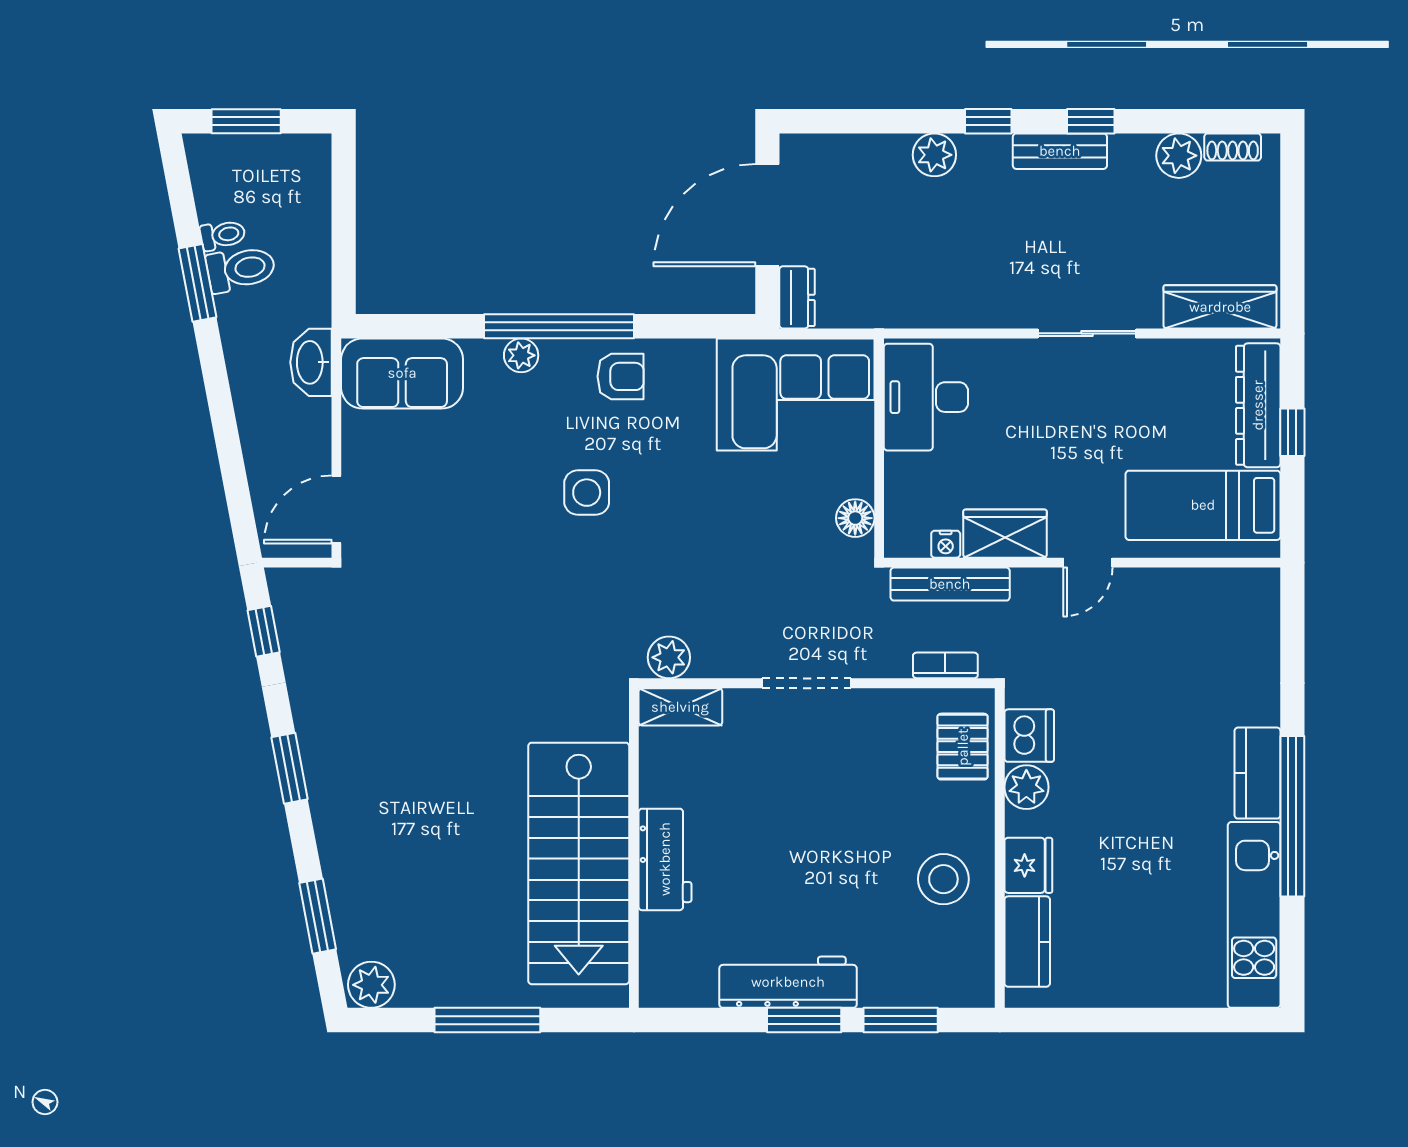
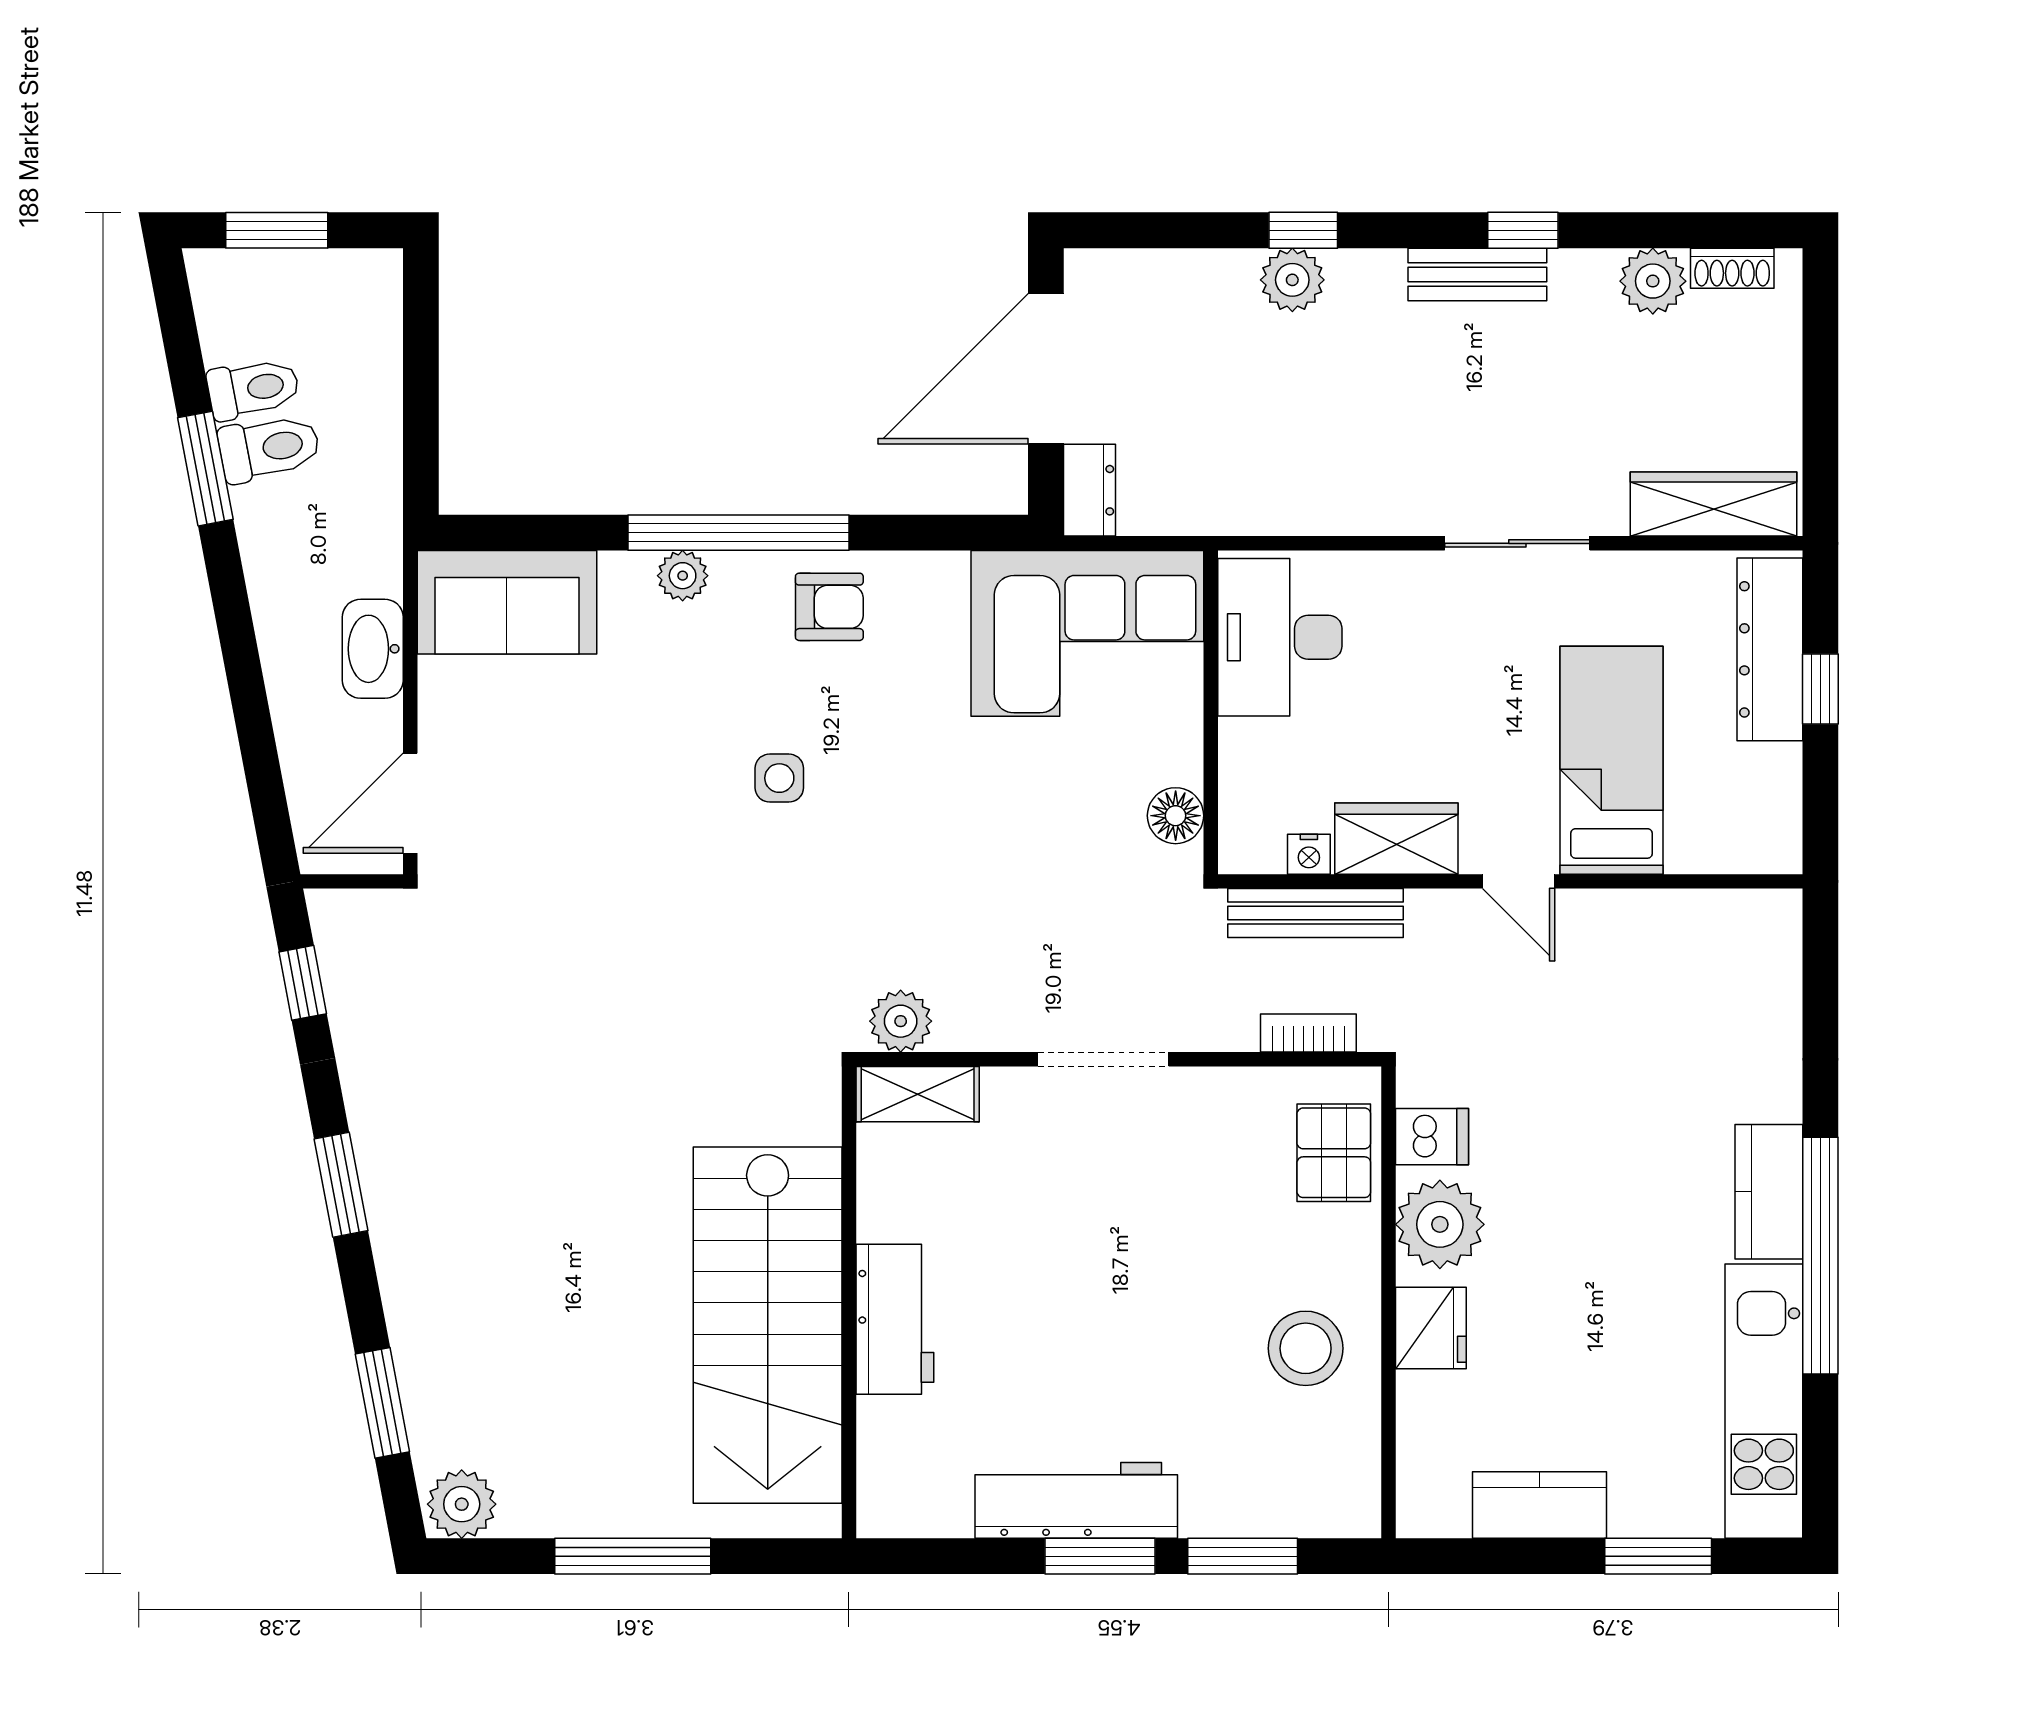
window: (988, 121) -> (1303, 230), moved
toilet: (223, 235) -> (253, 389), width x1.37, depth x1.39
washbasin: (311, 362) -> (373, 649), moved
side table: (587, 493) -> (779, 778), width x0.73, depth x0.73
bed: (1203, 505) -> (1612, 760), moved, turned 90
door: (1088, 563) -> (1519, 881), hinge flipped
dishwasher: (1029, 736) -> (1432, 1137), width x0.73
plant: (1026, 787) -> (1440, 1224), width x1.36, depth x1.36
kitchen counter: (1027, 942) -> (1540, 1505), moved, turned -90
window: (1182, 1020) -> (1658, 1556), added

